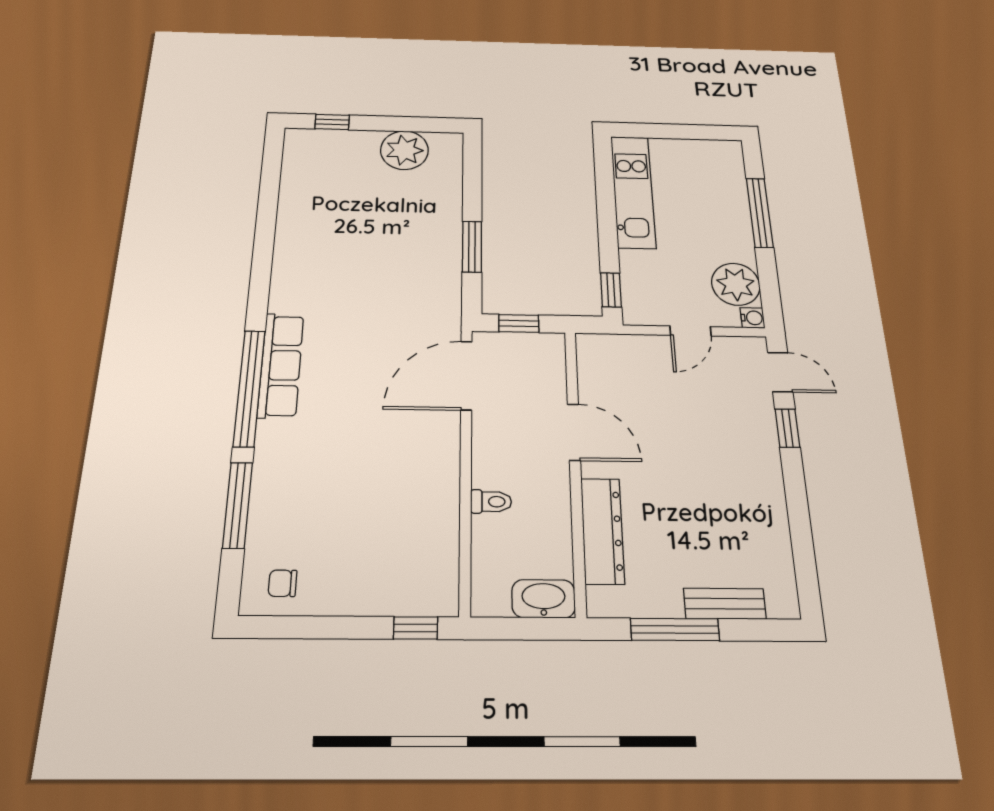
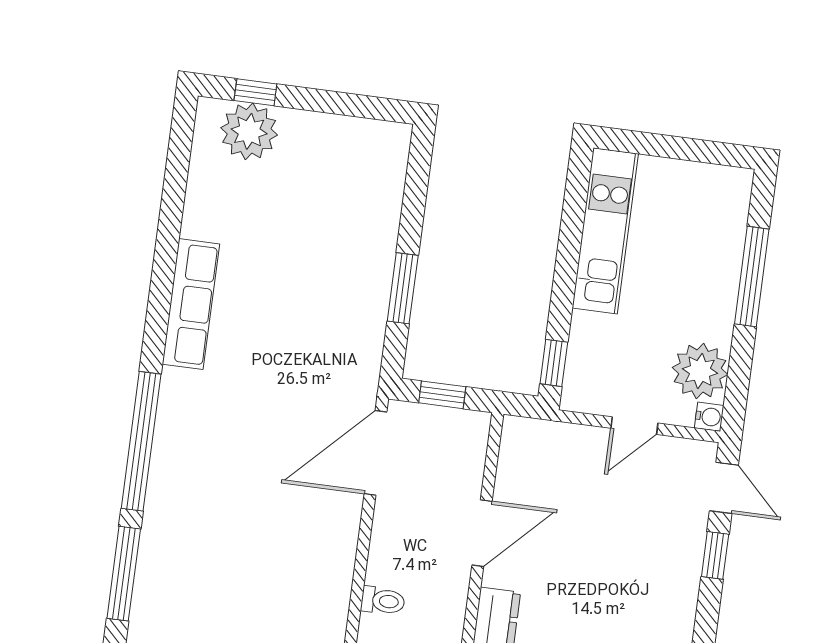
plant: (404, 150) -> (249, 131), moved
row of seats: (281, 365) -> (191, 304), moved
door: (574, 432) -> (482, 533), hinge flipped

